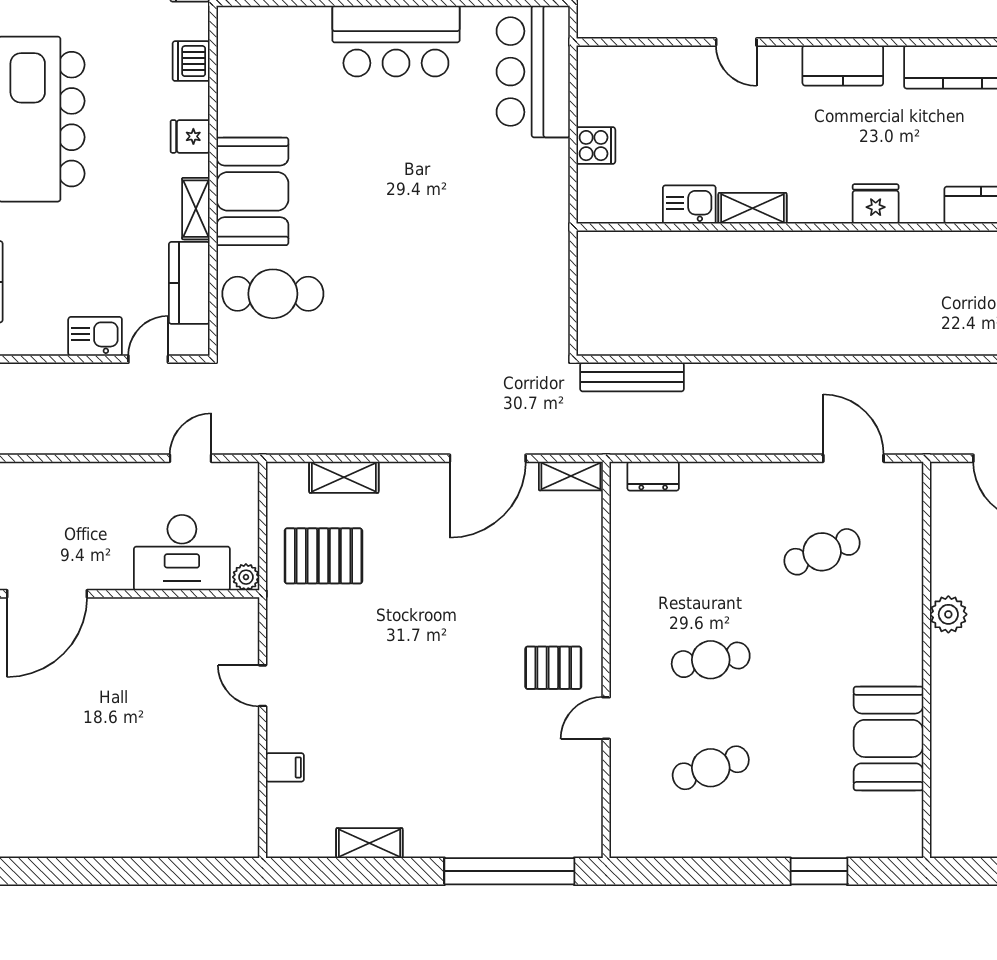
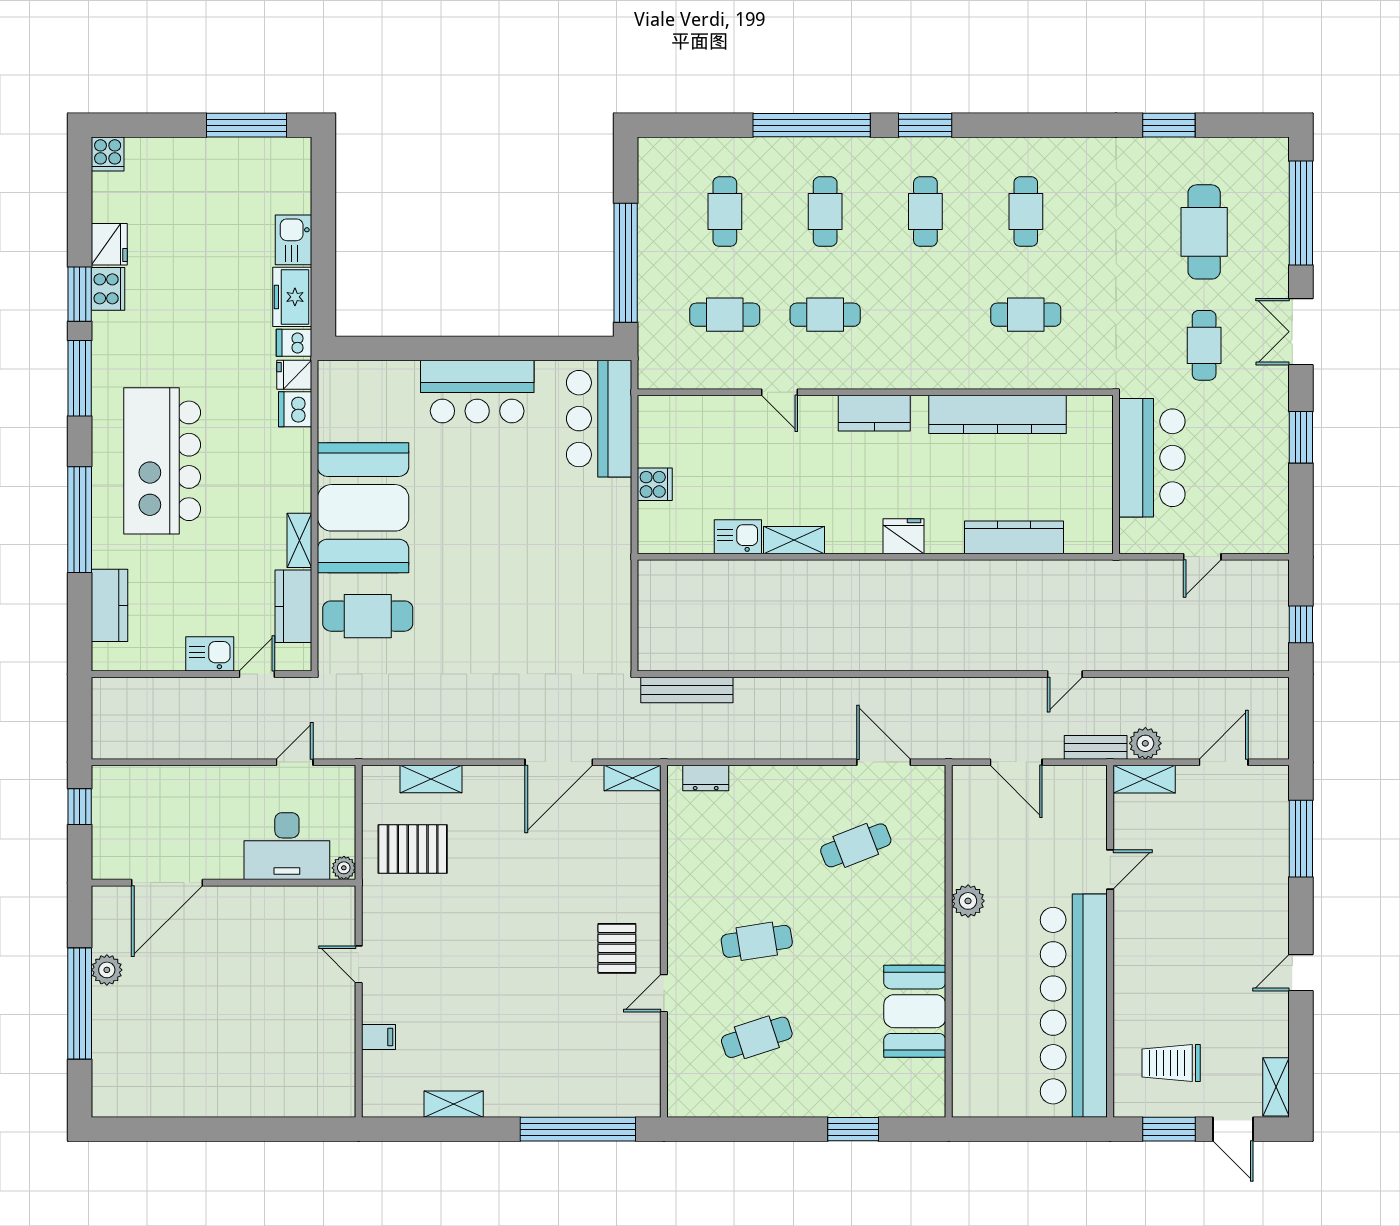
fridge: (190, 136) -> (294, 375), moved
booth: (252, 191) -> (363, 508), width x1.36, depth x1.42
pallet: (553, 668) -> (617, 948), turned 90

